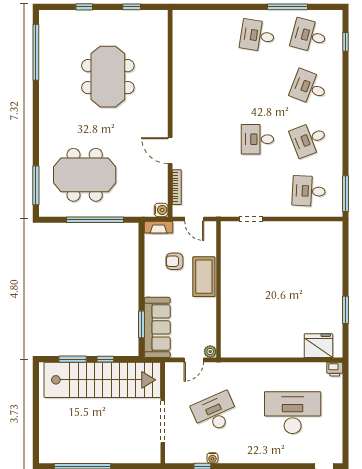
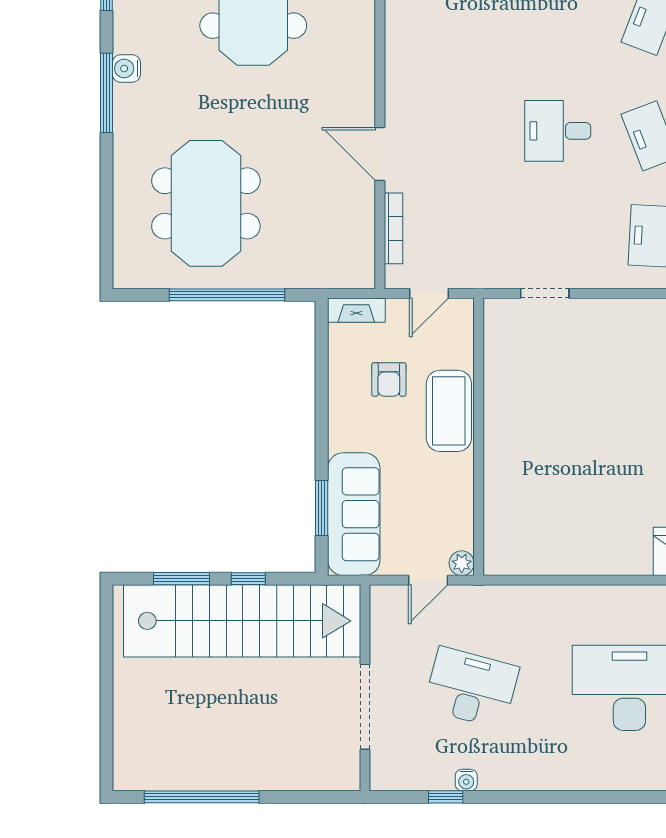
meeting table: (85, 175) -> (206, 203), turned 90
window: (36, 185) -> (107, 93), moved
water cooler: (161, 210) -> (126, 69), moved, turned 180
door: (194, 219) -> (429, 293), hinge flipped
armchair: (174, 261) -> (389, 379), turned -90
desk: (215, 413) -> (471, 688), turned 39

